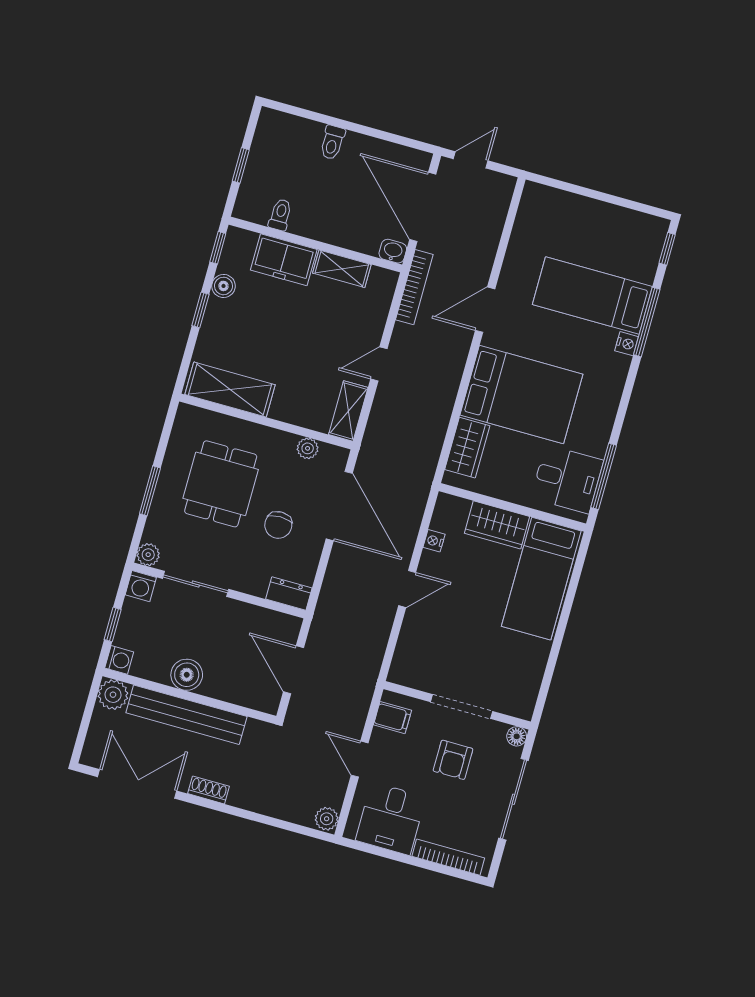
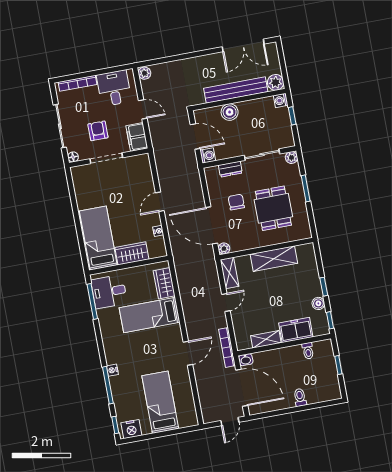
nightstand: (643, 228) -> (131, 429), added
bed: (592, 296) -> (160, 402), moved, turned -90
shelving: (230, 390) -> (274, 259), moved
bed: (521, 395) -> (150, 315), width x0.67
plant: (308, 448) -> (224, 249), moved
washing machine: (141, 586) -> (208, 156), moved, turned 90
dresser: (289, 593) -> (230, 169), moved
boiler: (187, 675) -> (230, 112), moved
filing cabinet: (392, 718) -> (137, 137), width x2.00
shoe rack: (209, 790) -> (208, 59), removed

